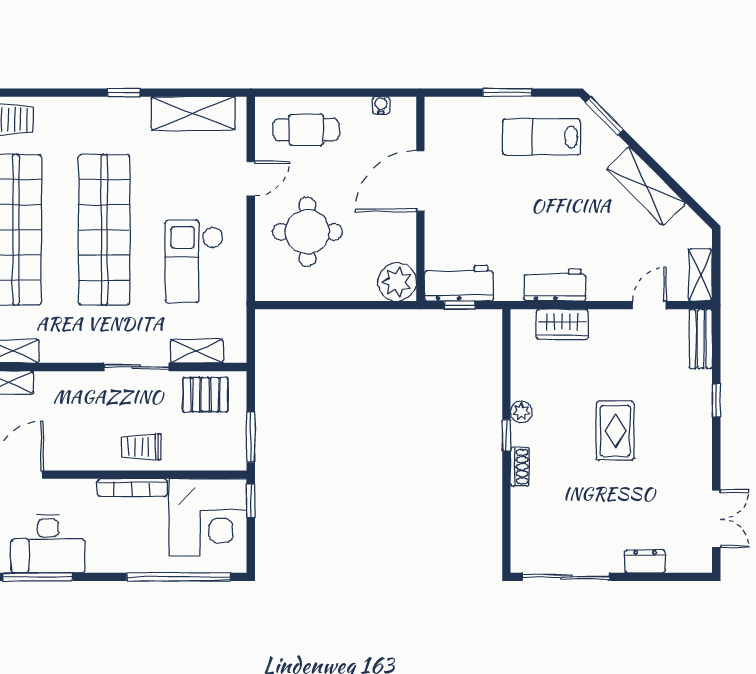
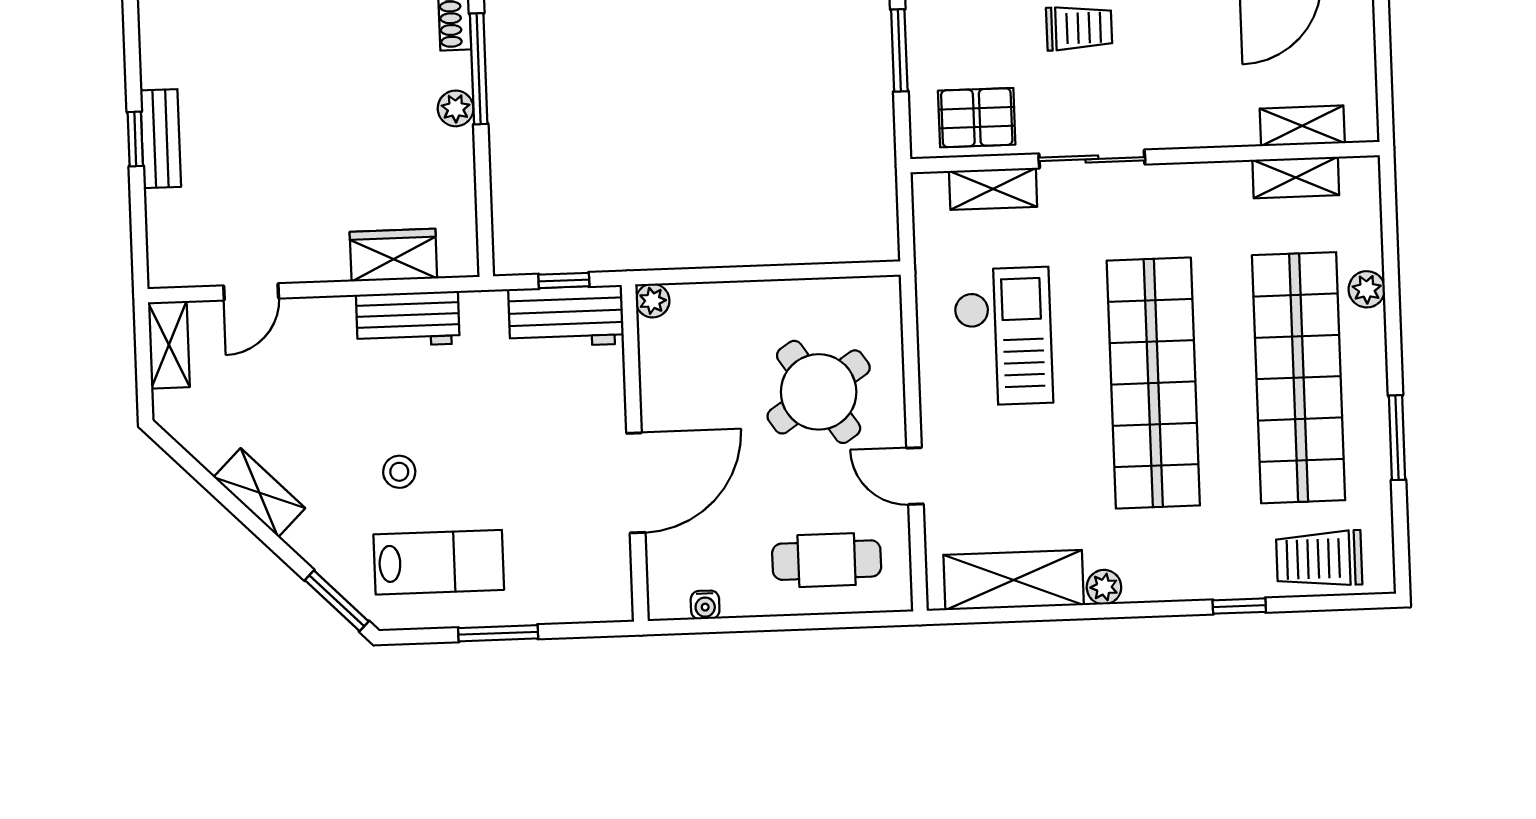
window: (124, 93) -> (1239, 606), moved
plant: (139, 107) -> (1104, 587), added
door: (251, 179) -> (915, 476), hinge flipped
shelving: (646, 186) -> (259, 493), width x0.67, depth x0.75
stool: (564, 193) -> (399, 472), added
round table: (307, 232) -> (819, 392), turned -34
plant: (397, 282) -> (653, 301), width x0.53, depth x0.53
bench: (701, 339) -> (161, 139), moved
rug: (615, 431) -> (300, 83), removed
window: (506, 435) -> (479, 69), width x2.17

